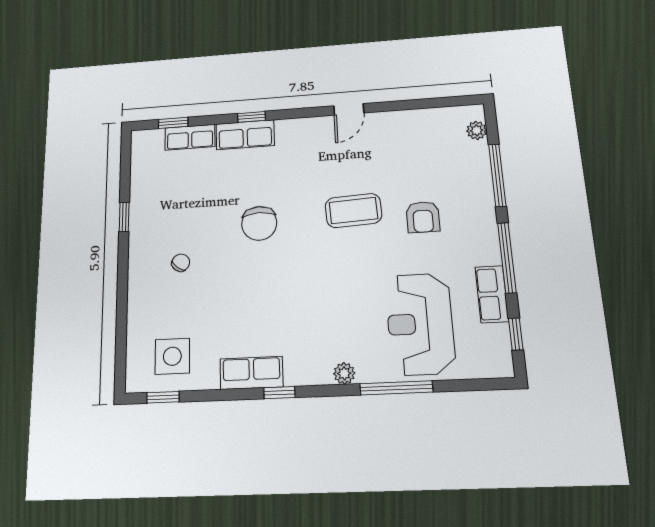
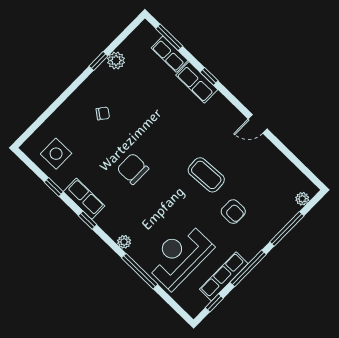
window: (173, 123) -> (169, 37), width x1.50
plant: (142, 198) -> (116, 61), added
armchair: (423, 217) -> (233, 212), turned -90
chair: (259, 223) -> (133, 169), moved, turned 91
row of seats: (492, 294) -> (224, 276), width x1.48
window: (163, 397) -> (54, 187), moved

